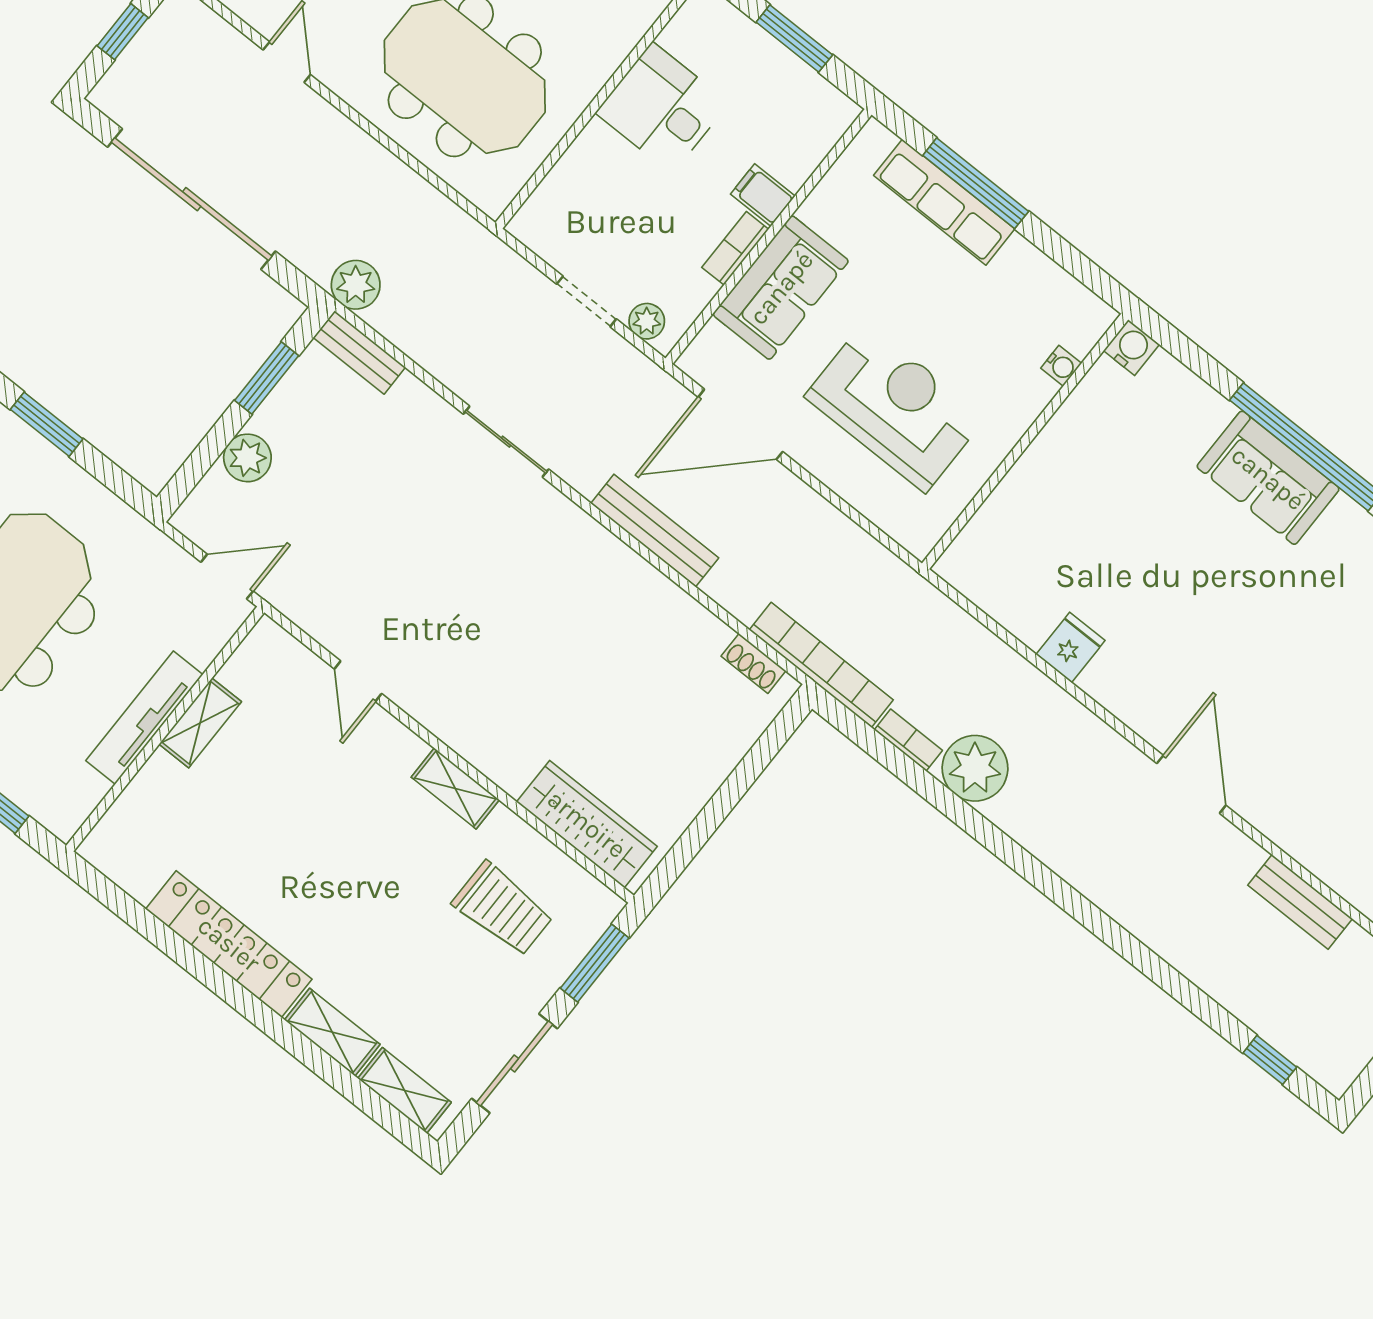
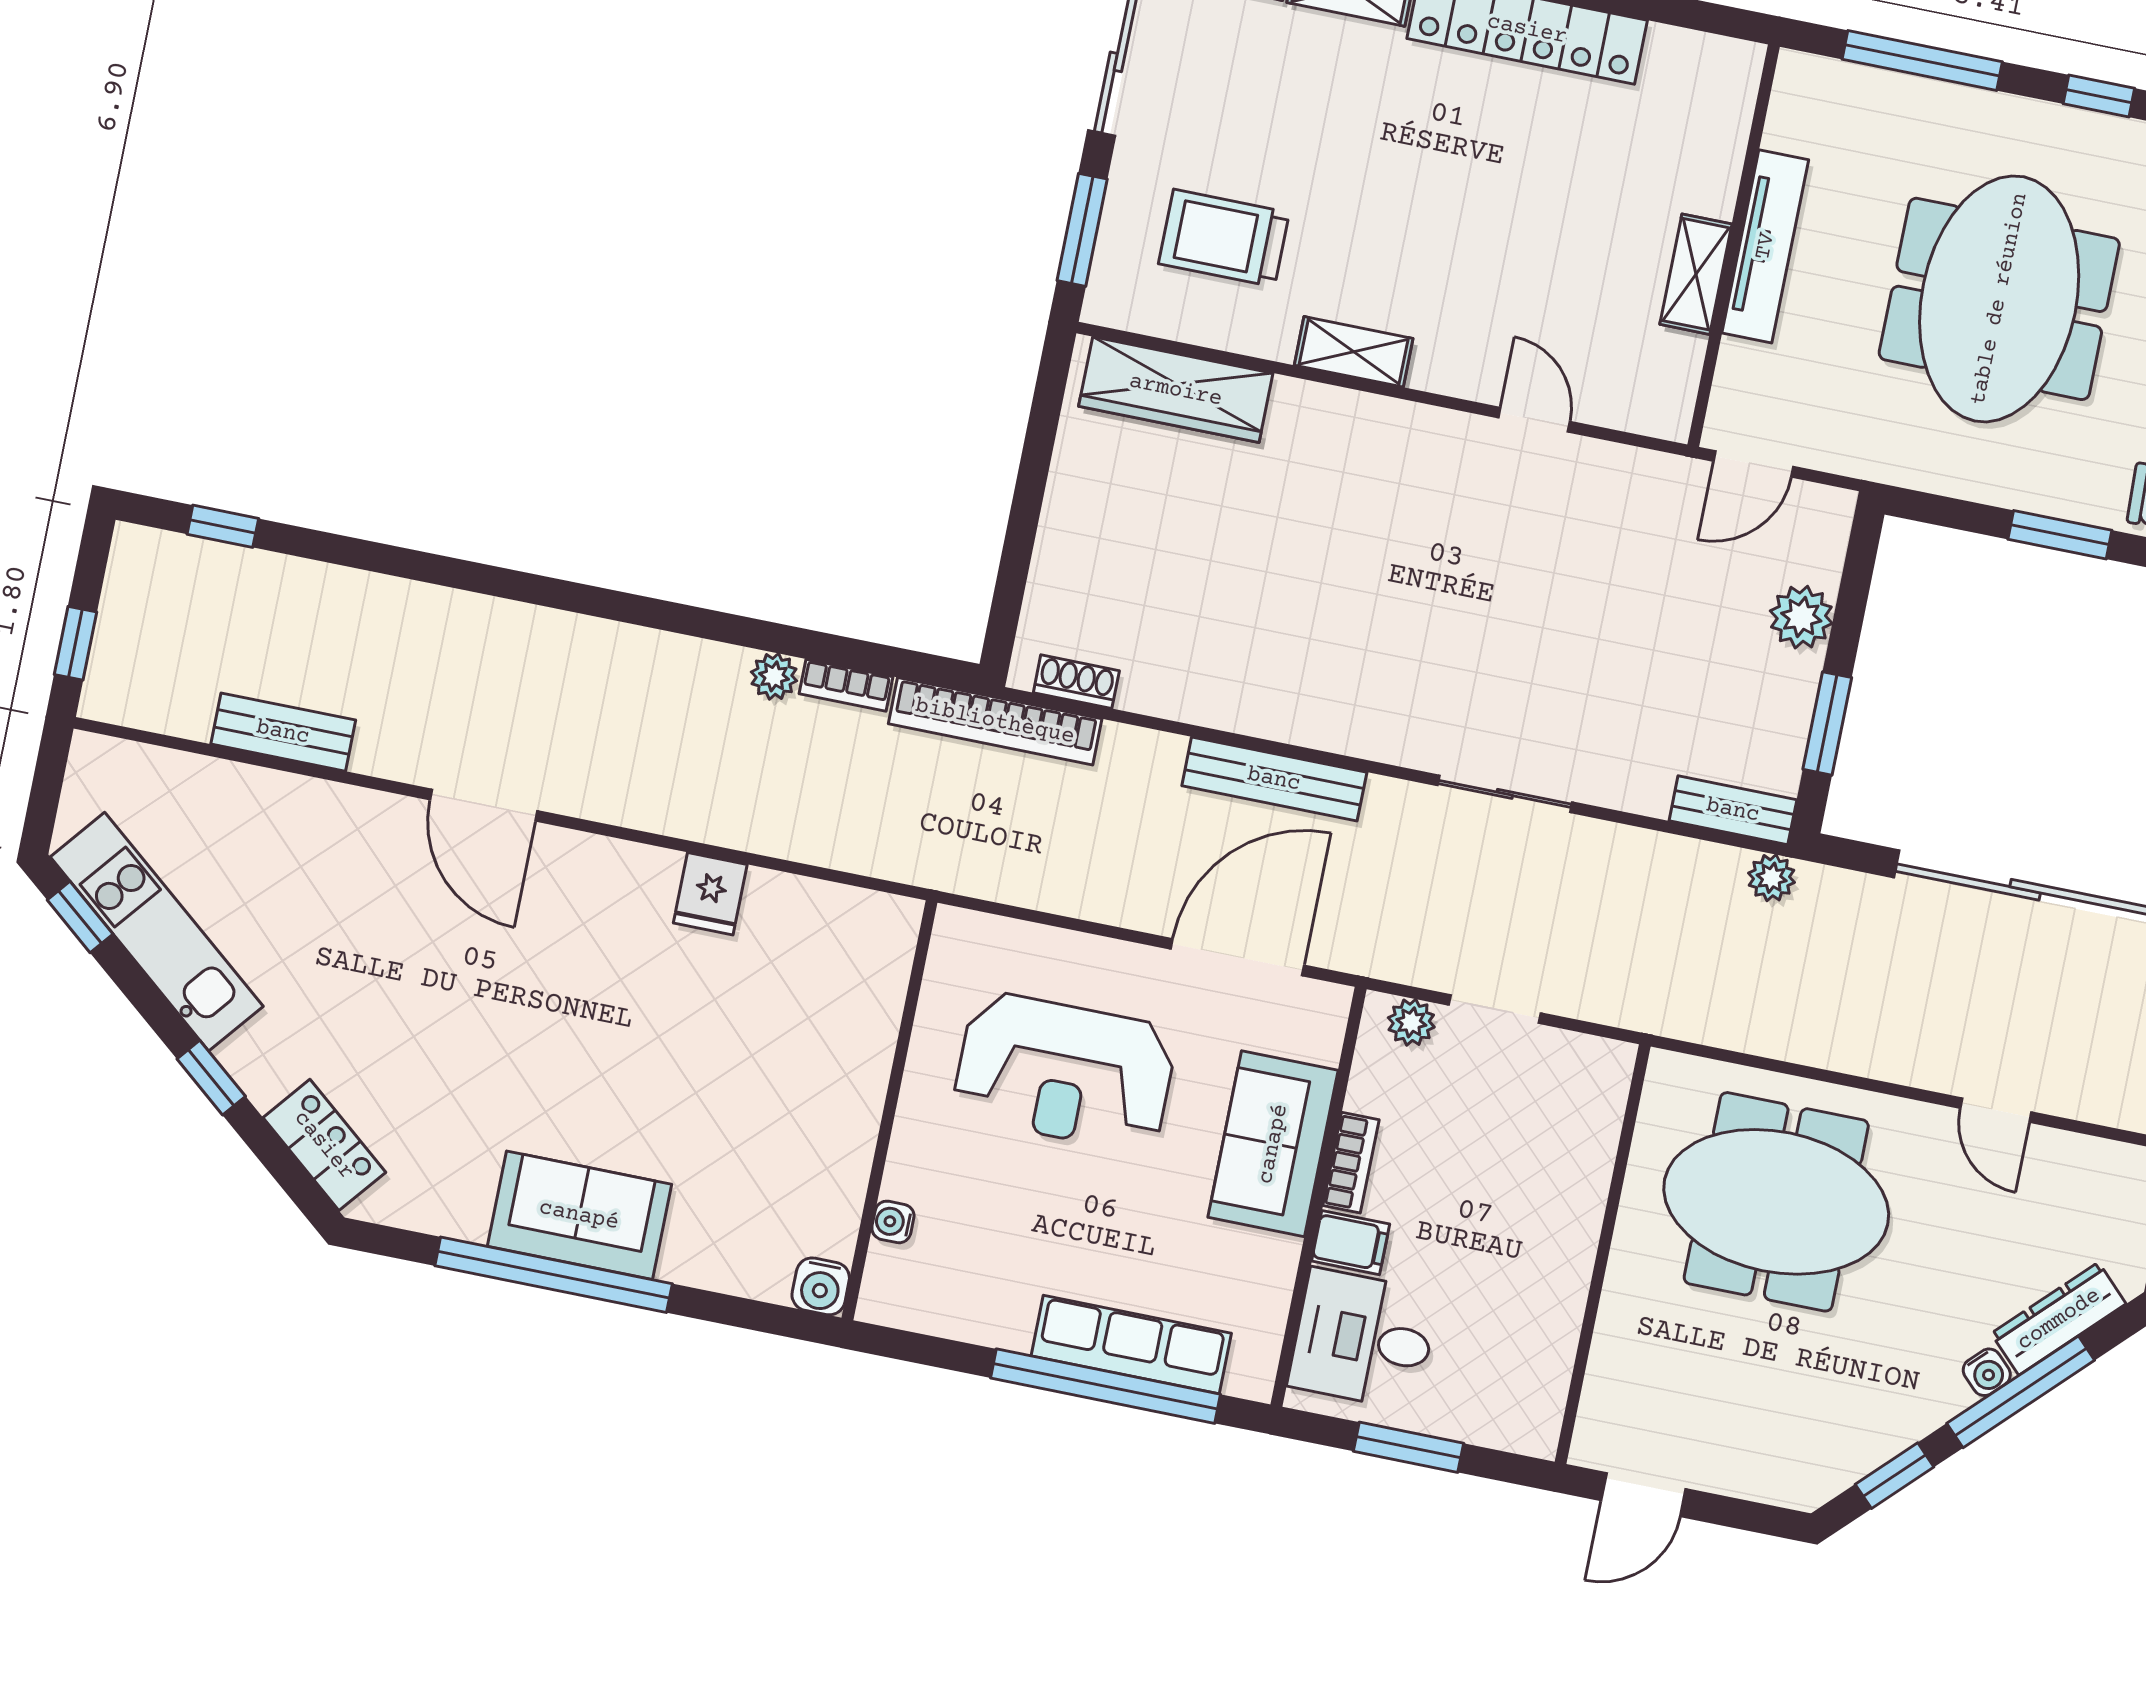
desk: (662, 108) -> (1363, 1339), moved, turned 180
window: (976, 183) -> (1105, 1386), width x1.46
plant: (356, 285) -> (1772, 878), width x0.73, depth x0.73
plant: (975, 768) -> (774, 676), width x0.53, depth x0.53

